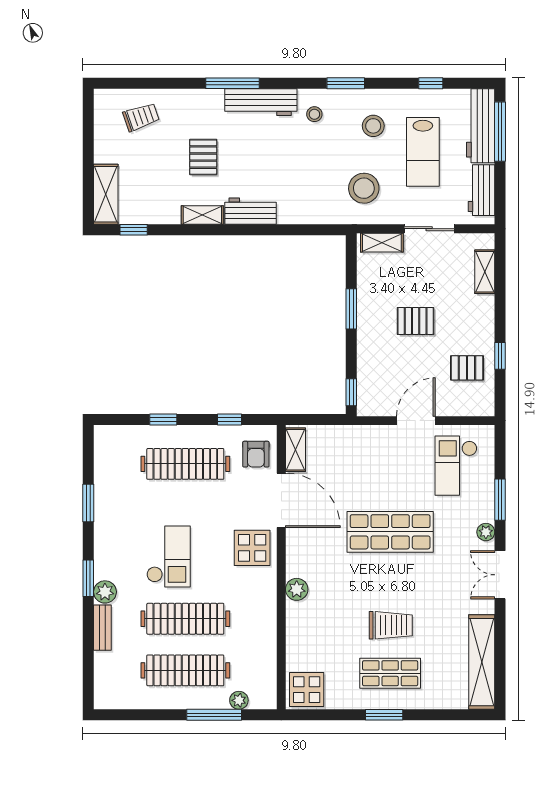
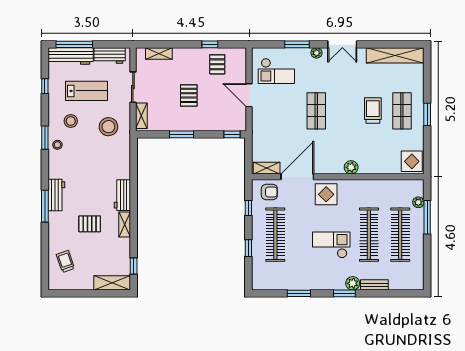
workbench: (261, 102) -> (56, 195), width x0.73
stool: (314, 114) -> (57, 145), moved
shop shelf: (390, 532) -> (316, 111), width x0.70, depth x0.74

